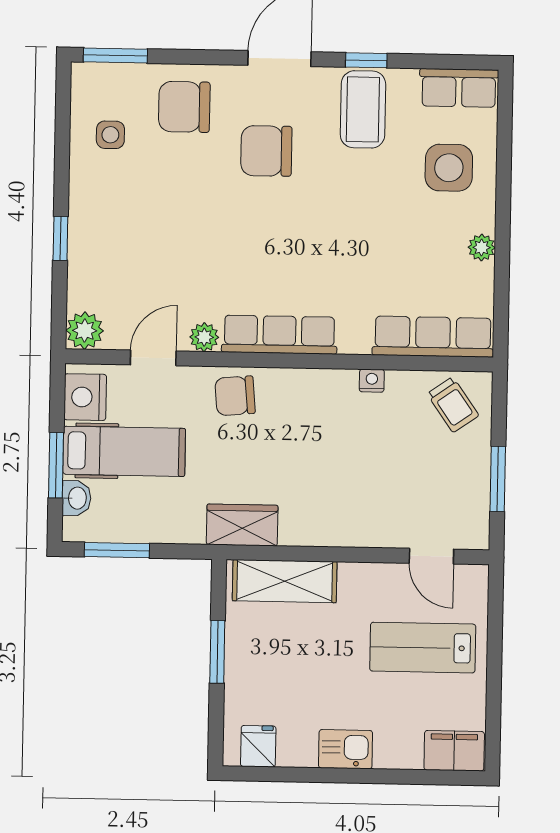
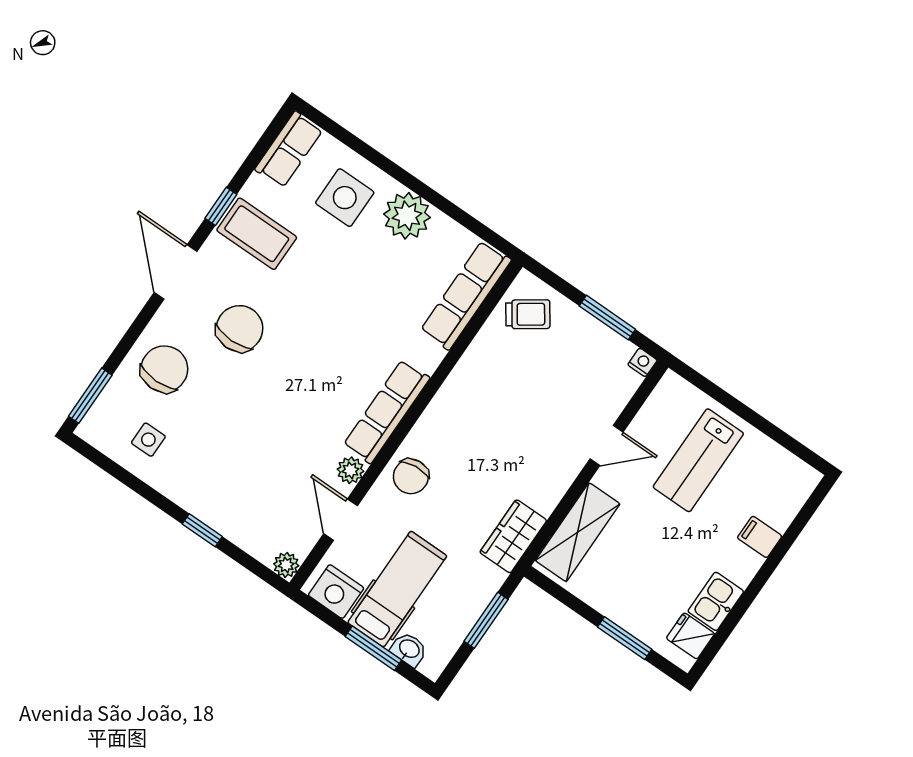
chair: (184, 107) -> (164, 369), turned 180
chair: (266, 151) -> (240, 329), turned 180
plant: (482, 247) -> (407, 216), width x1.87, depth x1.87
plant: (85, 331) -> (286, 565), width x0.73, depth x0.73
nightstand: (372, 381) -> (642, 362), moved, turned 90
window: (117, 550) -> (486, 620), moved
door: (431, 556) -> (607, 446), moved
window: (217, 652) -> (625, 638), moved
kitchen sink: (346, 749) -> (716, 601), moved
filing cabinet: (454, 751) -> (760, 537), moved, width x0.50

